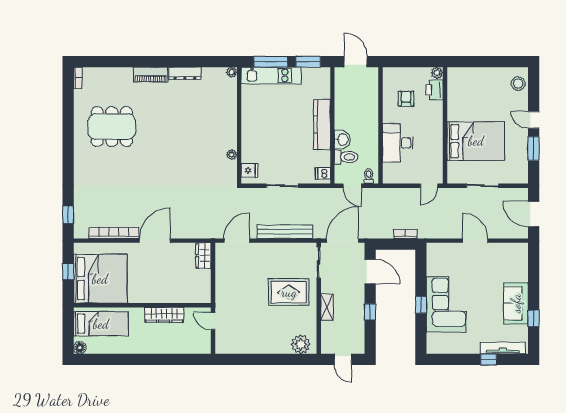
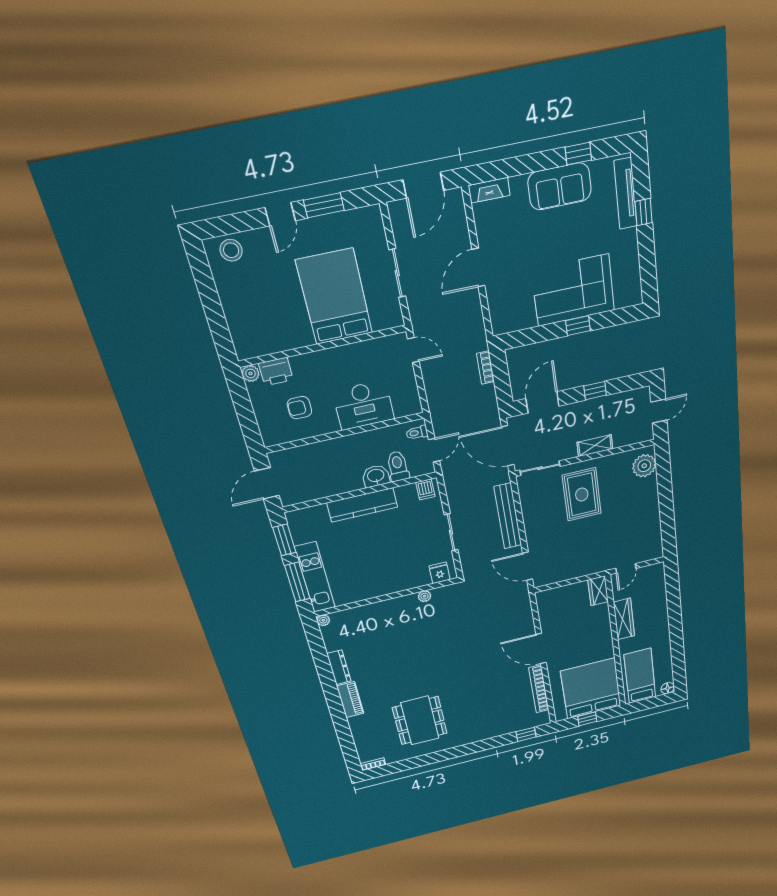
wardrobe: (203, 256) -> (598, 591), moved, turned 90
fireplace: (522, 256) -> (489, 190), added

